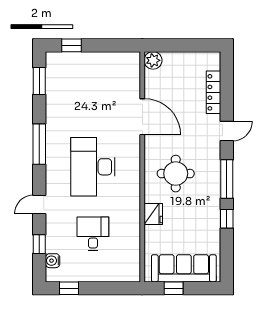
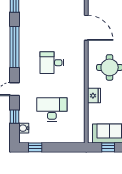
window: (39, 144) -> (14, 47), width x1.46
desk: (93, 167) -> (52, 63), width x0.53, depth x0.77
desk: (93, 234) -> (52, 109), width x1.37

